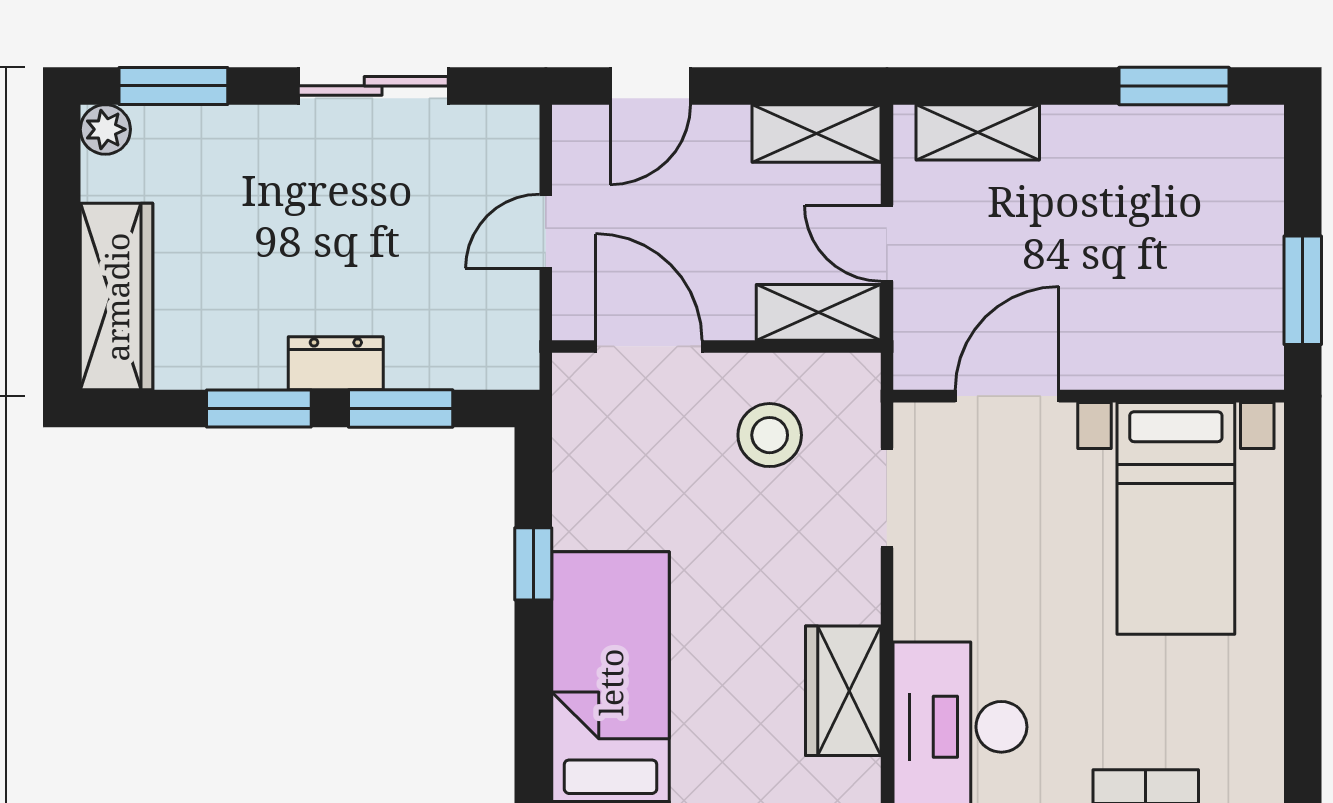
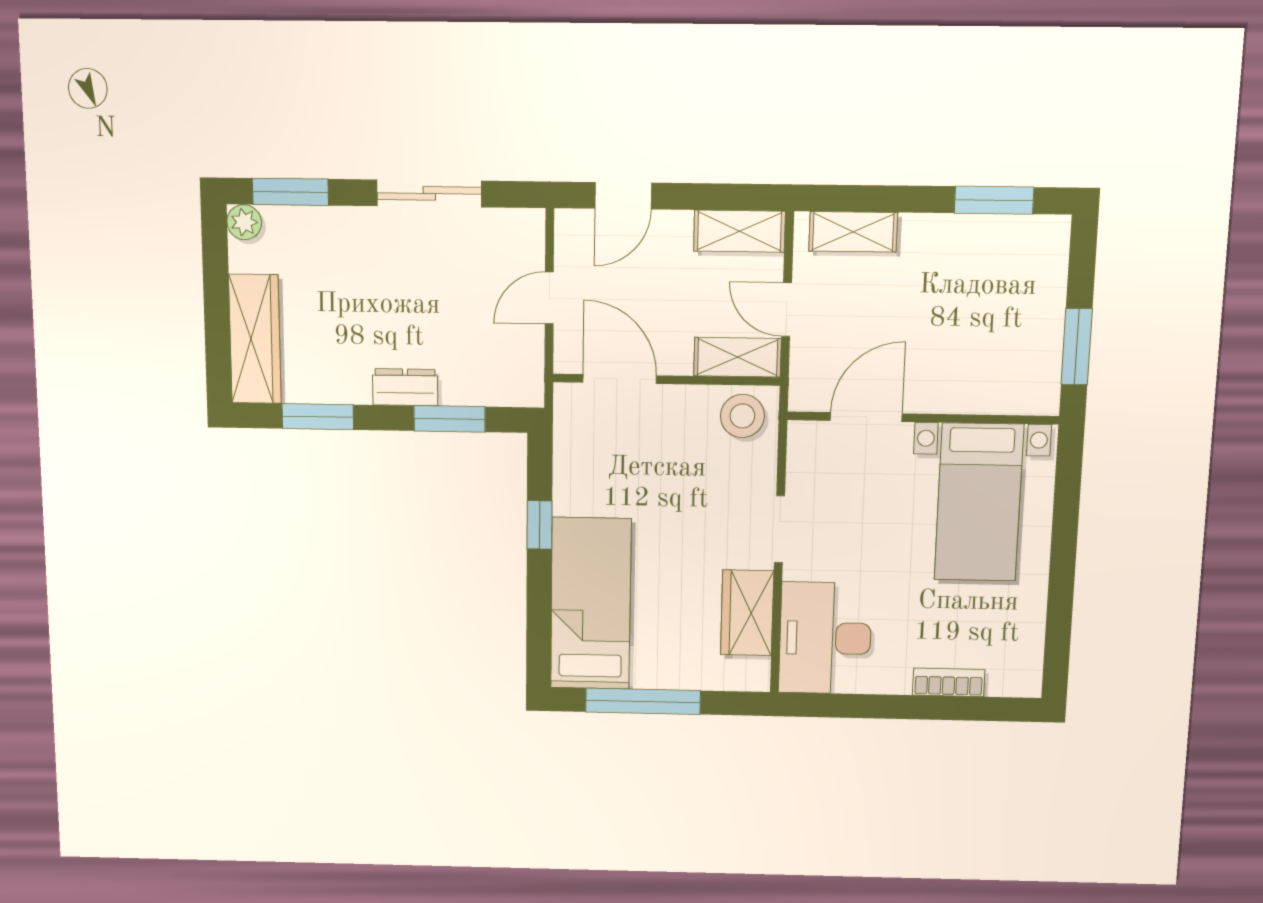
window: (259, 409) -> (318, 417), moved
stool: (770, 435) -> (742, 416), moved
doorway: (887, 498) -> (779, 529), moved

